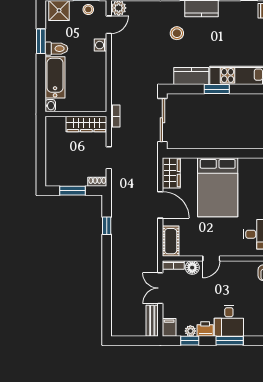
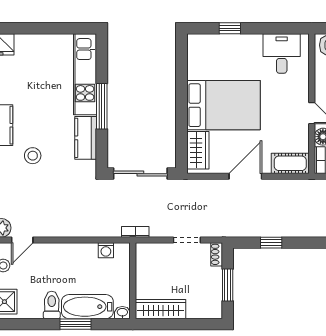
door: (109, 25) -> (22, 240), swing flipped
window: (41, 41) -> (76, 324), moved
washing machine: (101, 45) -> (106, 250), moved
window: (217, 89) -> (102, 106), width x1.44
wardrobe: (86, 124) -> (161, 309), moved, turned -90
wardrobe: (171, 173) -> (198, 150), moved, turned 90

